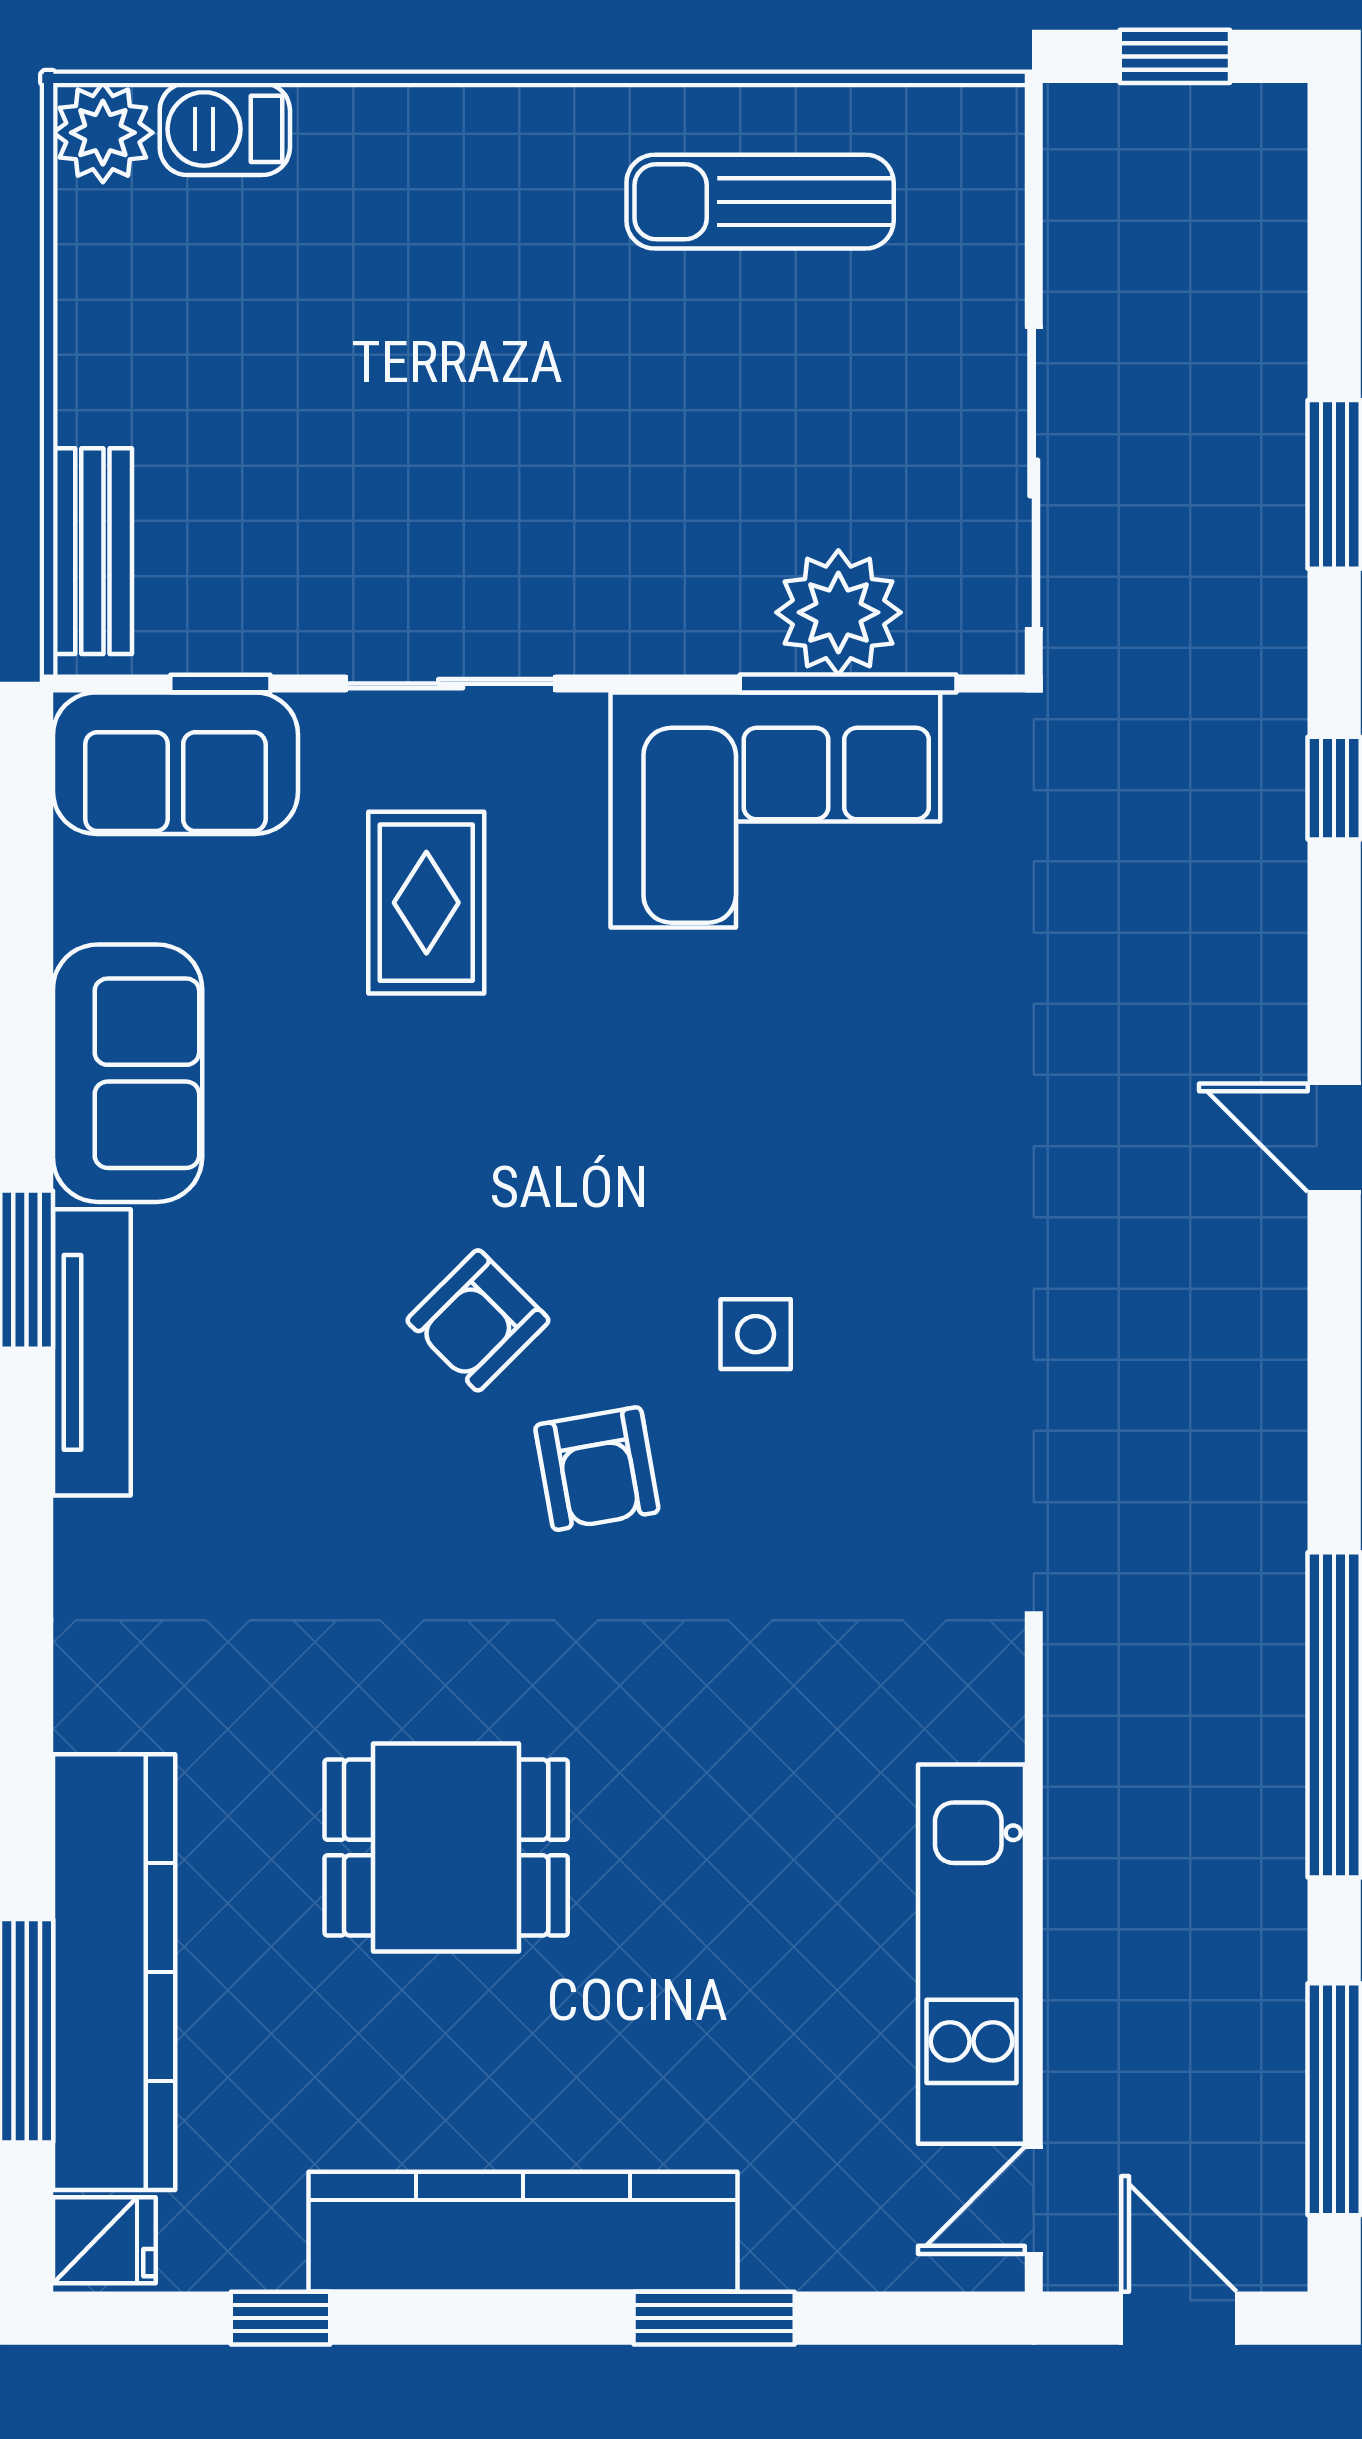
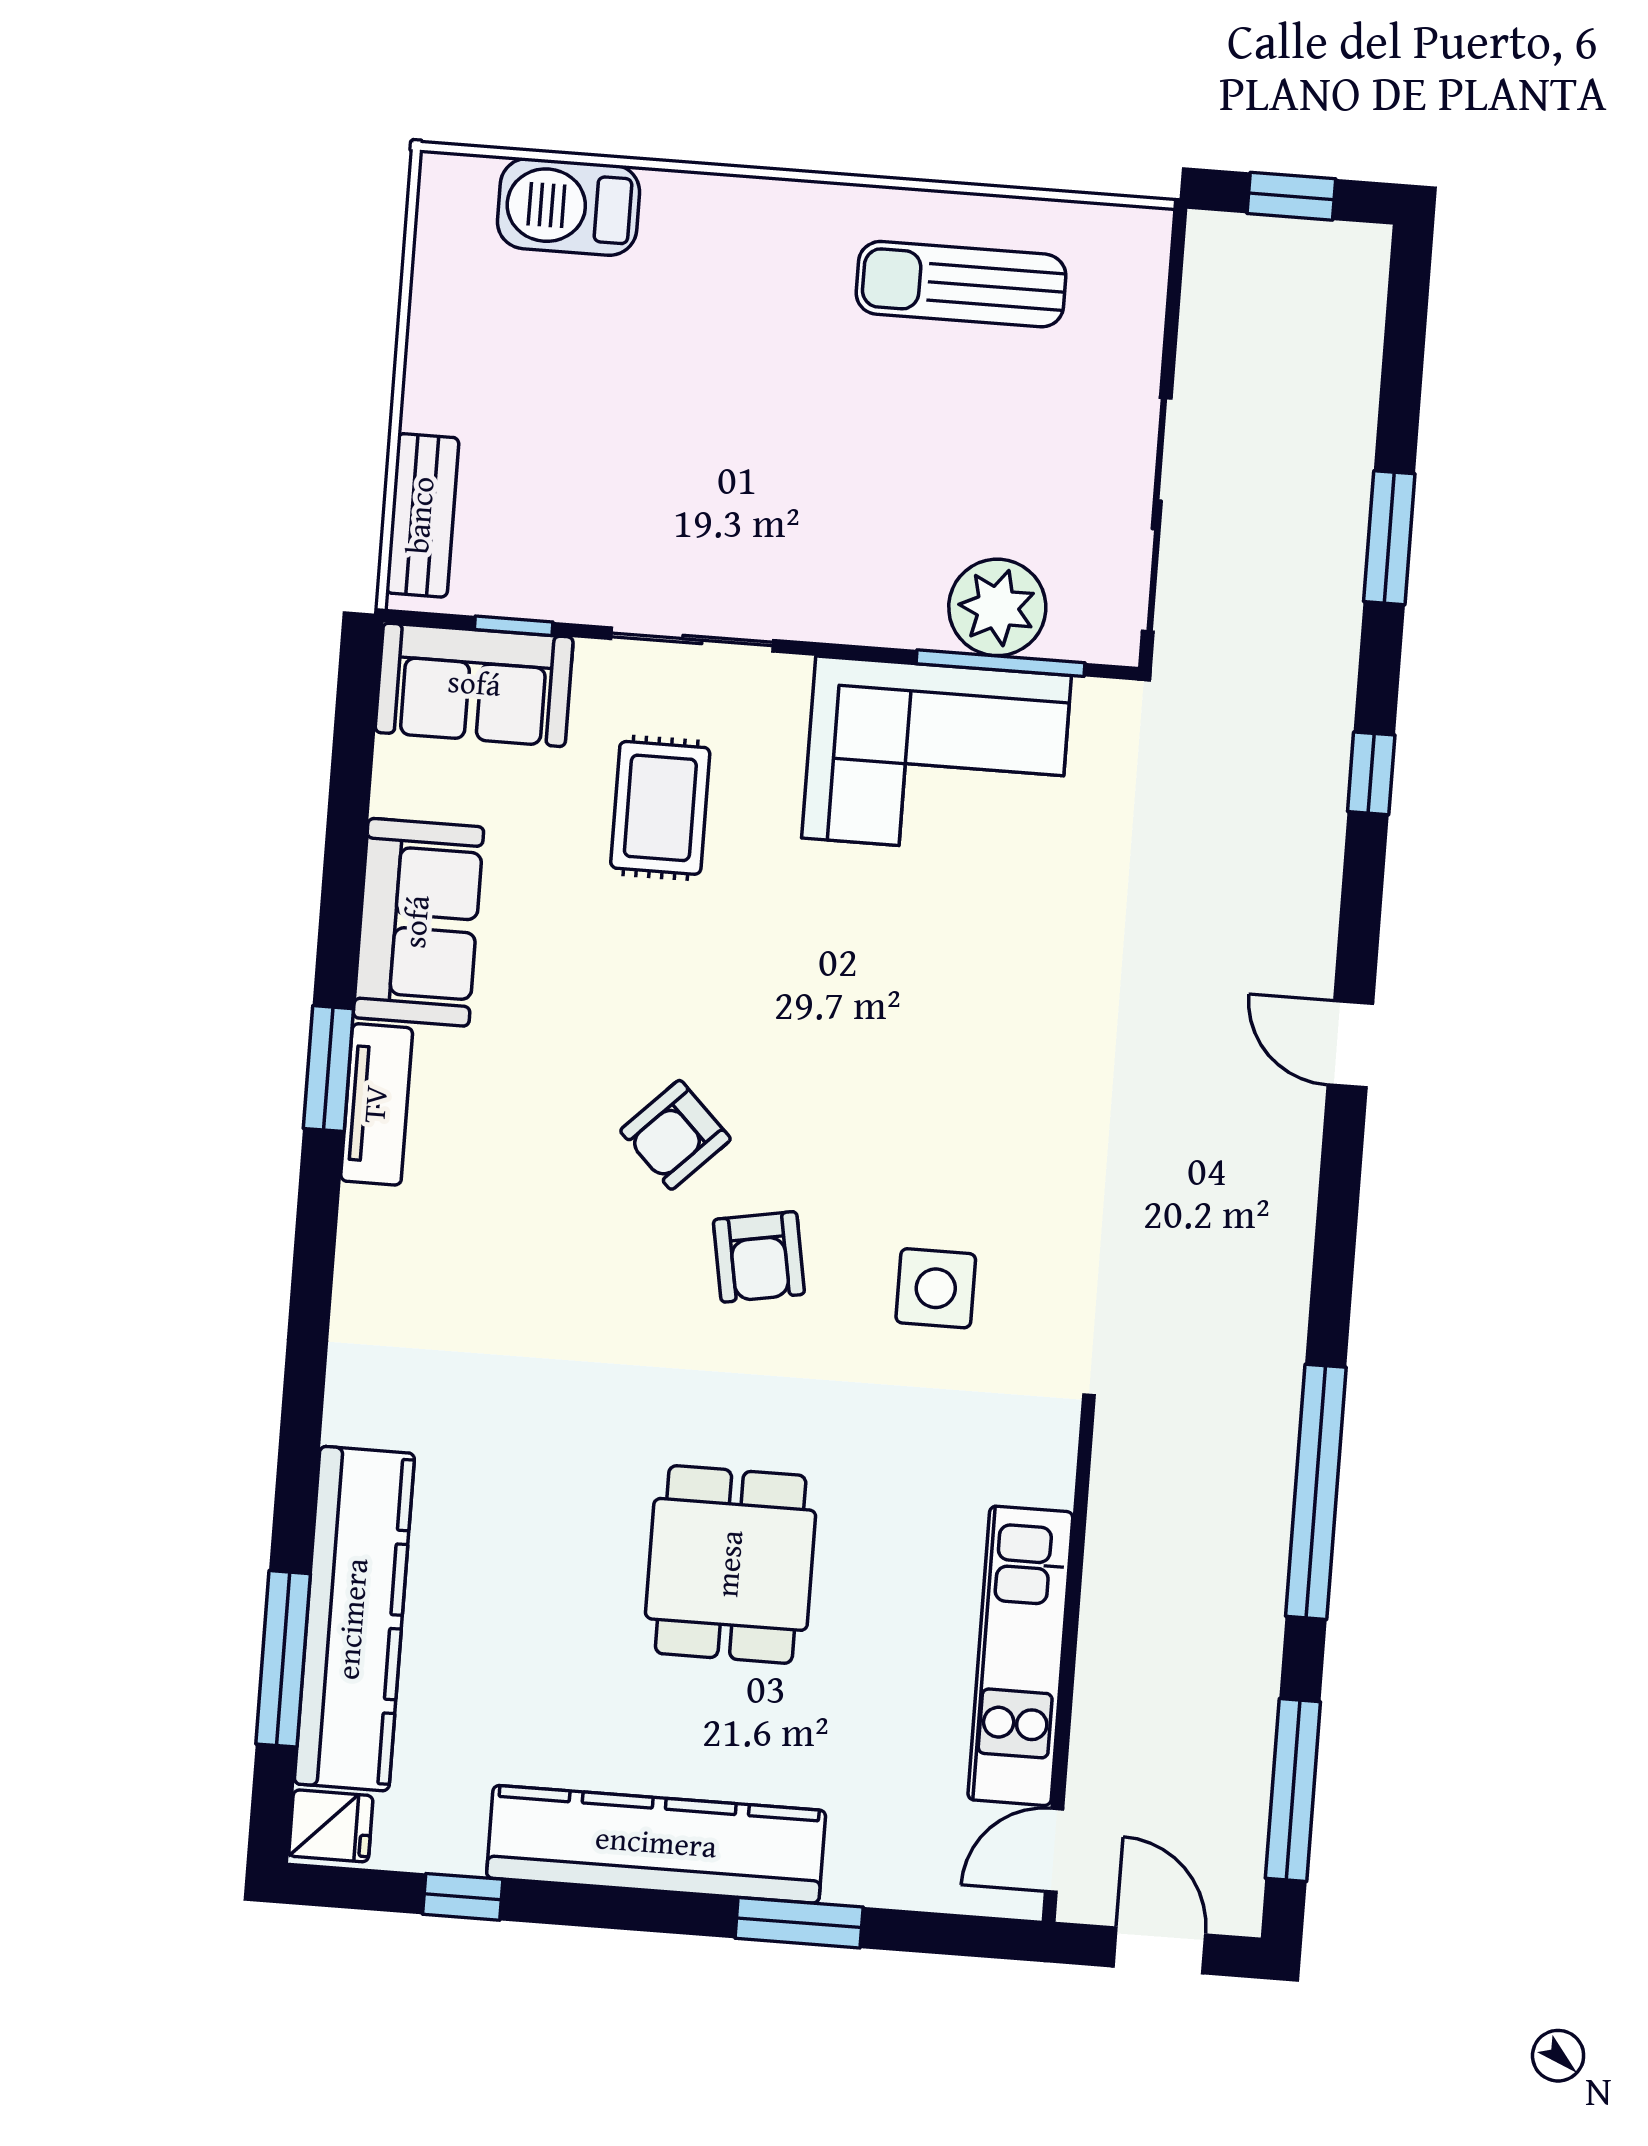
barbecue: (225, 129) -> (569, 207), width x1.38, depth x1.27
plant: (103, 133) -> (455, 191), removed
side table: (756, 1334) -> (936, 1288), moved, width x1.37, depth x1.37
tv unit: (92, 1352) -> (377, 1104), width x0.71
dining table: (446, 1848) -> (731, 1564), moved, turned 90

